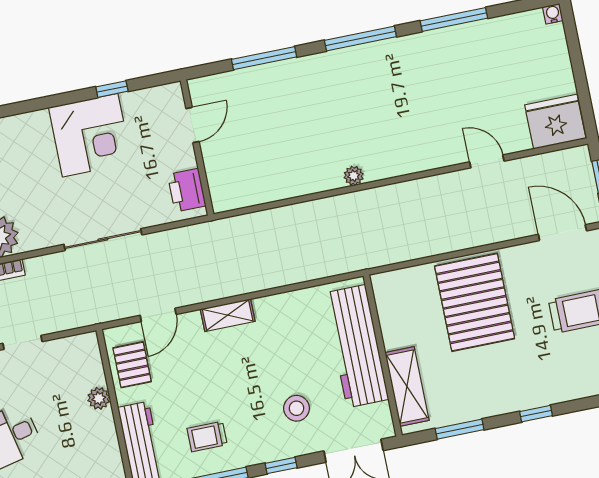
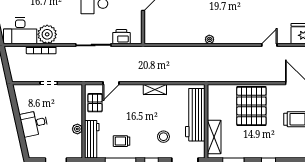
door: (487, 161) -> (269, 45), hinge flipped
printer: (187, 190) -> (121, 37), moved, turned 90
shelving: (228, 315) -> (155, 89), moved
plant: (99, 398) -> (77, 129), moved

